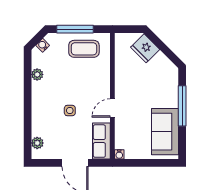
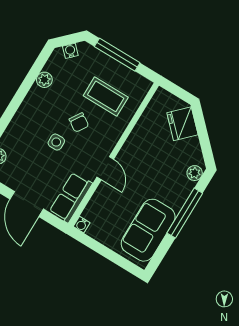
coffee table: (84, 49) -> (106, 96), moved
plant: (173, 76) -> (195, 173), added
chair: (77, 89) -> (79, 122), added
door: (112, 108) -> (105, 168), swing flipped

